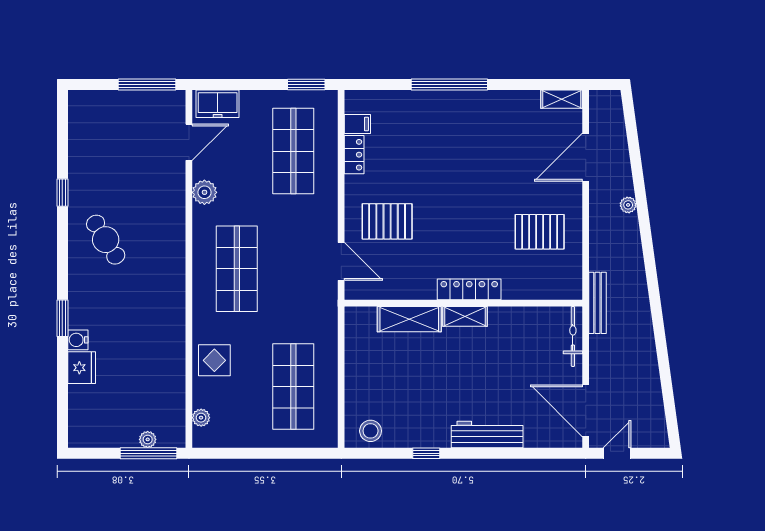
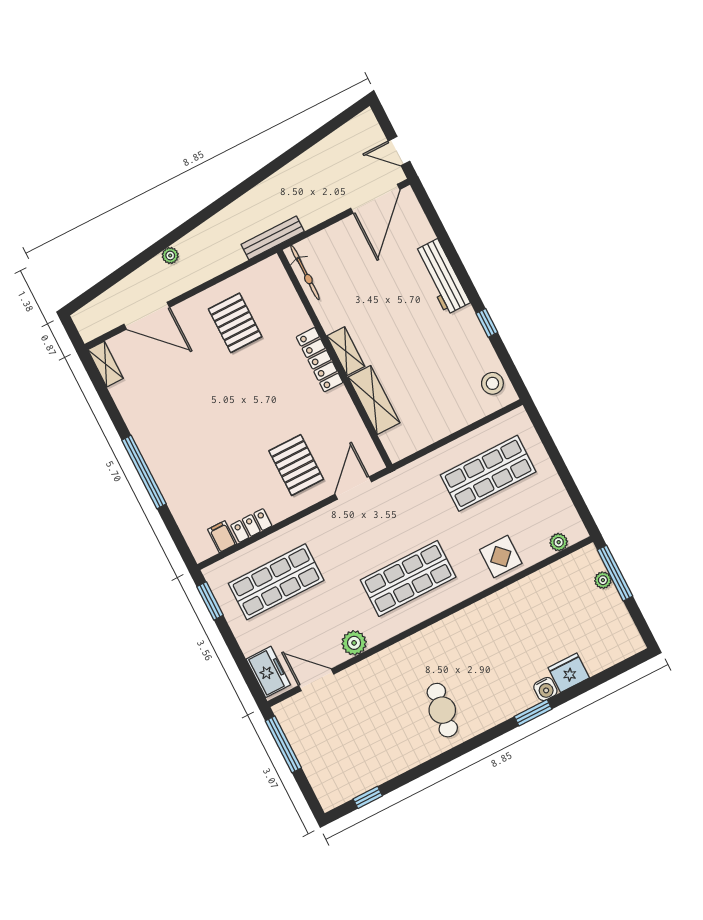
window: (62, 193) -> (368, 797), moved
cafe table: (106, 240) -> (442, 710), turned -49
bicycle: (573, 336) -> (305, 273), moved, turned -90

